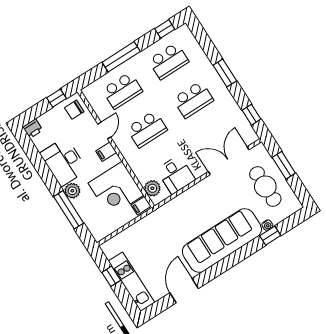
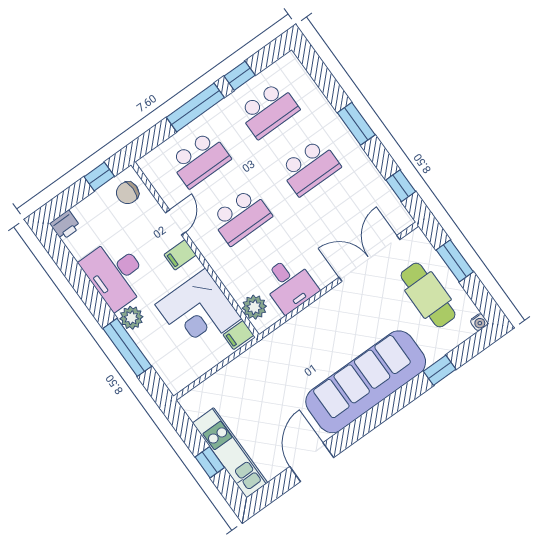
window: (165, 29) -> (240, 76), moved
water cooler: (267, 225) -> (479, 322), moved
window: (111, 276) -> (210, 462), moved

